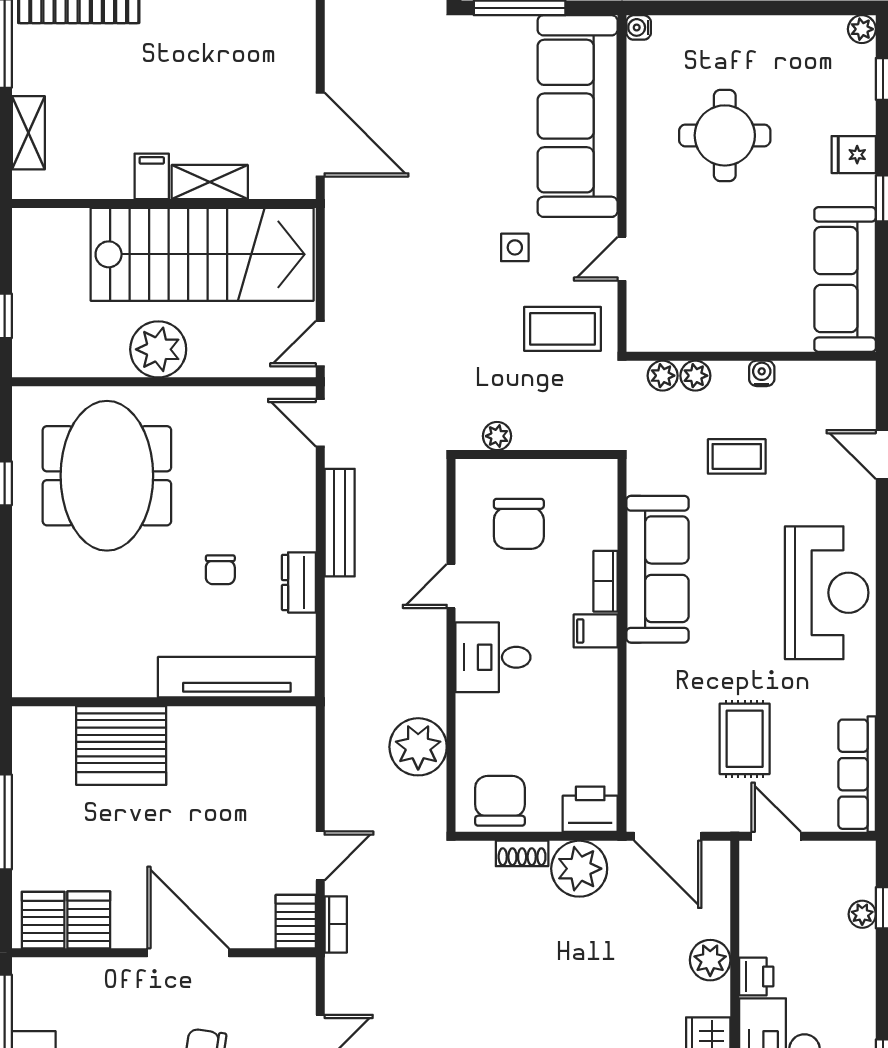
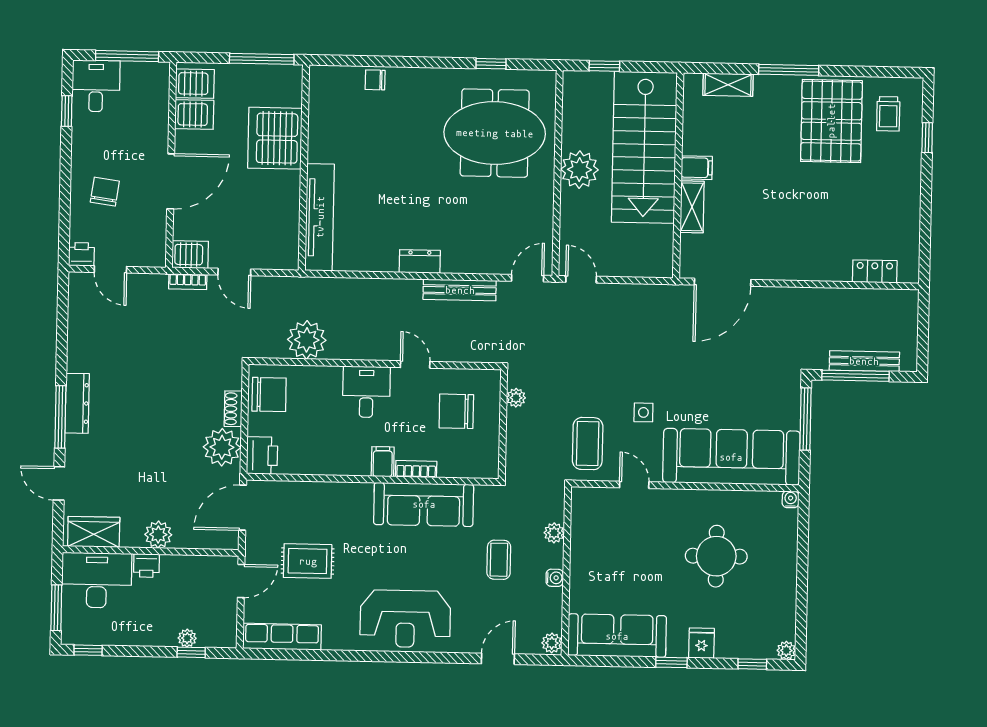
stairs: (202, 254) -> (644, 147), moved
plant: (663, 376) -> (552, 643), moved
chair: (220, 570) -> (375, 80), moved
tv unit: (237, 677) -> (320, 217), moved
wall: (164, 702) -> (304, 168), moved
server rack: (121, 745) -> (275, 138), moved

